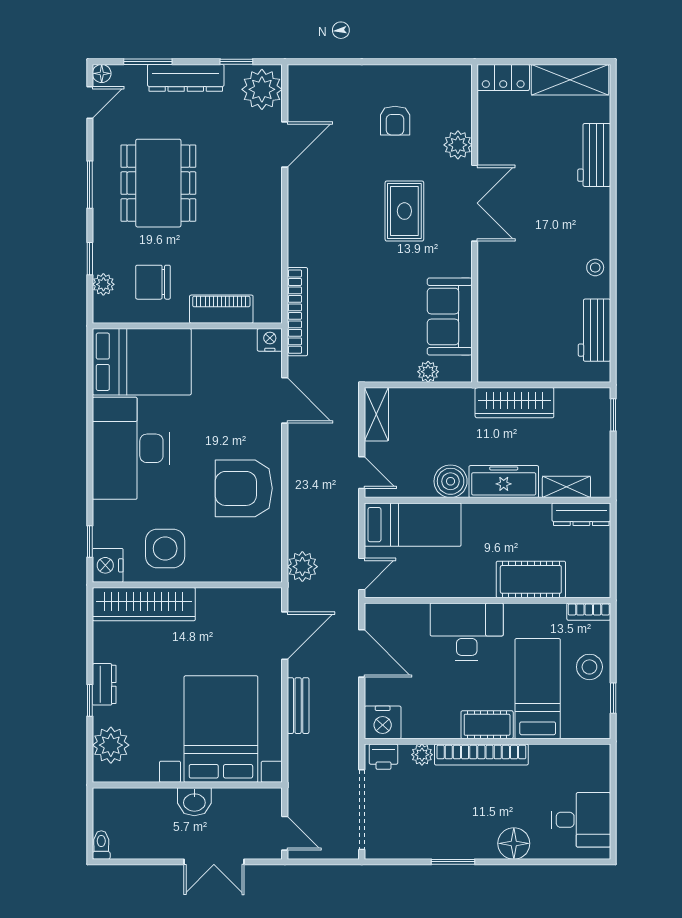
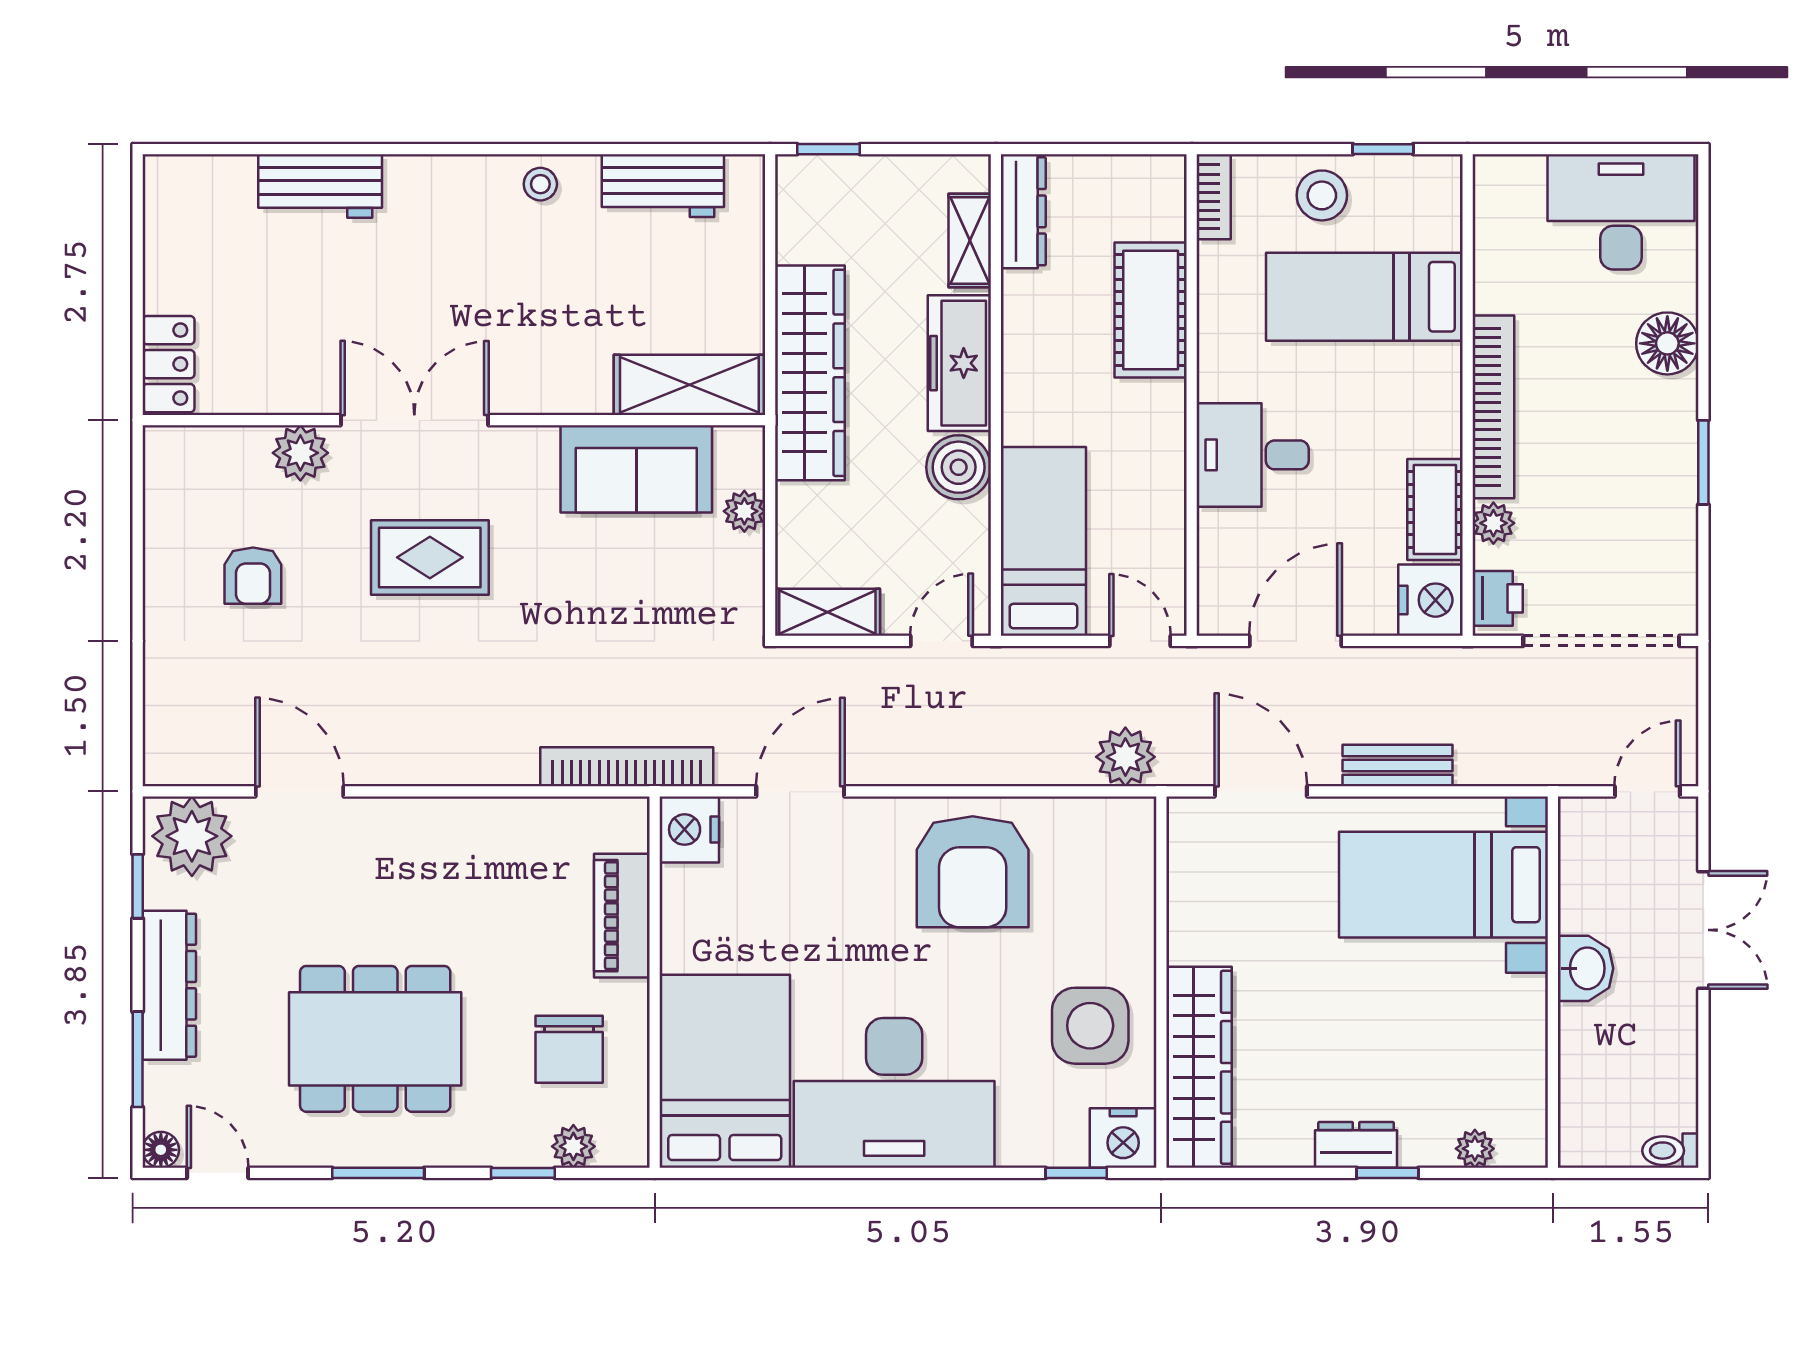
shelving: (570, 80) -> (689, 385), moved, turned 90
armchair: (395, 121) -> (253, 576), turned 90
nightstand: (270, 340) -> (689, 830), width x1.36, depth x1.33
wardrobe: (514, 403) -> (810, 373), width x1.40, depth x1.17
desk: (467, 631) -> (1253, 455), width x0.73
cot: (487, 725) -> (1435, 509), moved
bed with nightstands: (221, 729) -> (1443, 885), width x0.73
plant: (111, 745) -> (1475, 1149), width x0.53, depth x0.53
desk: (581, 820) -> (1621, 212), width x1.37

